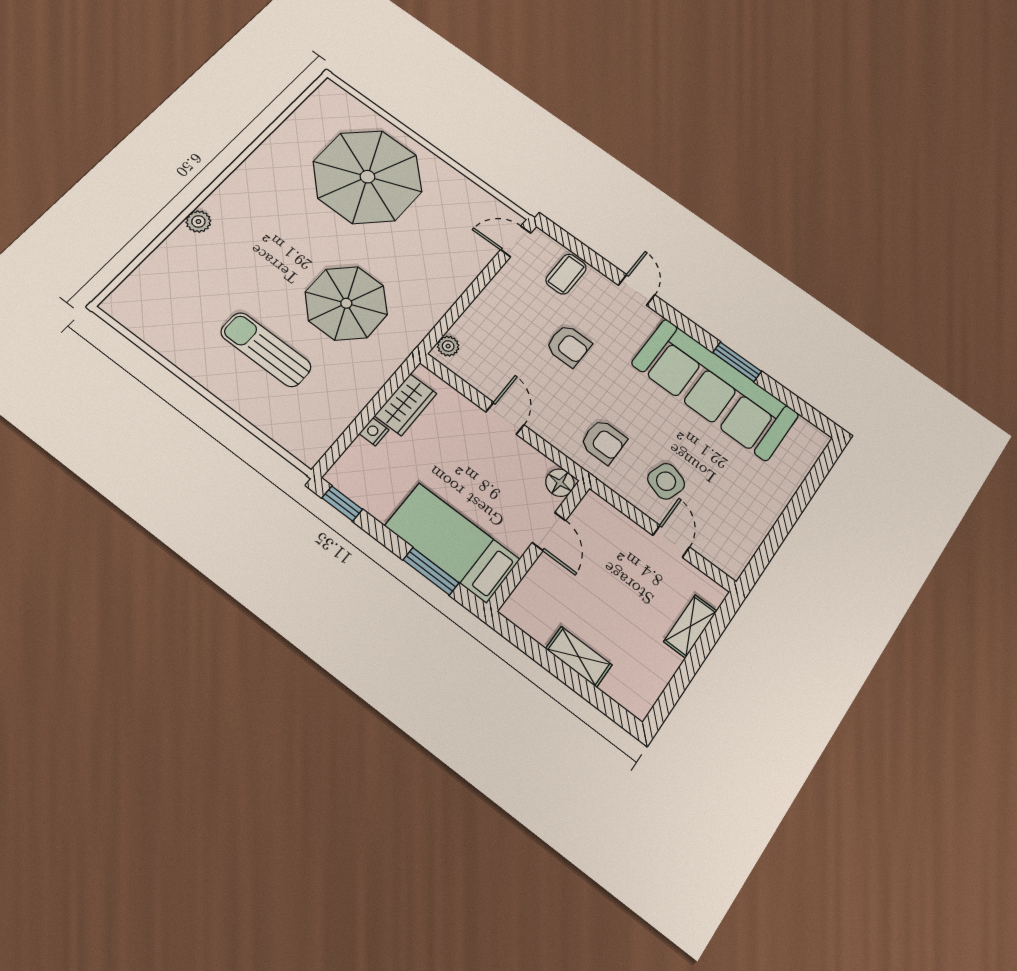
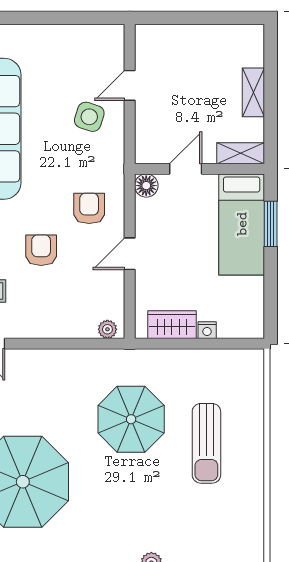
armchair: (603, 441) -> (89, 208), moved
window: (342, 504) -> (271, 312), removed
shelving: (691, 626) -> (241, 153), moved

